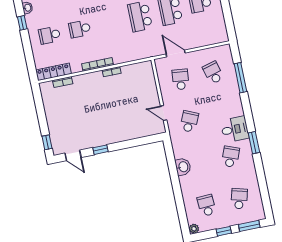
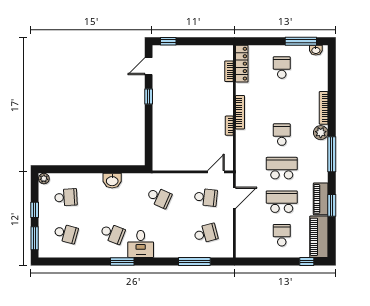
window: (22, 23) -> (301, 41), width x2.17
school desk: (80, 29) -> (282, 135), moved
door: (164, 113) -> (216, 172), moved

